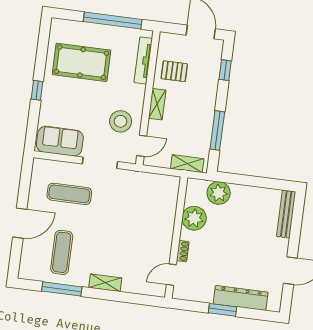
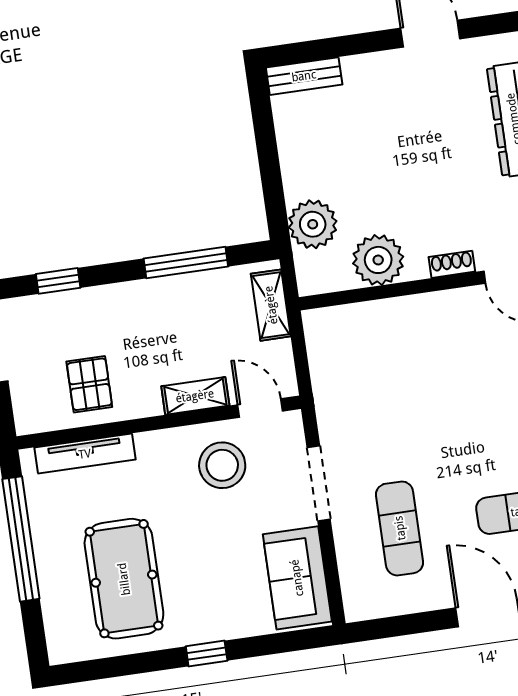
shelving: (157, 104) -> (195, 396), moved
bench: (286, 214) -> (304, 76), width x0.73

